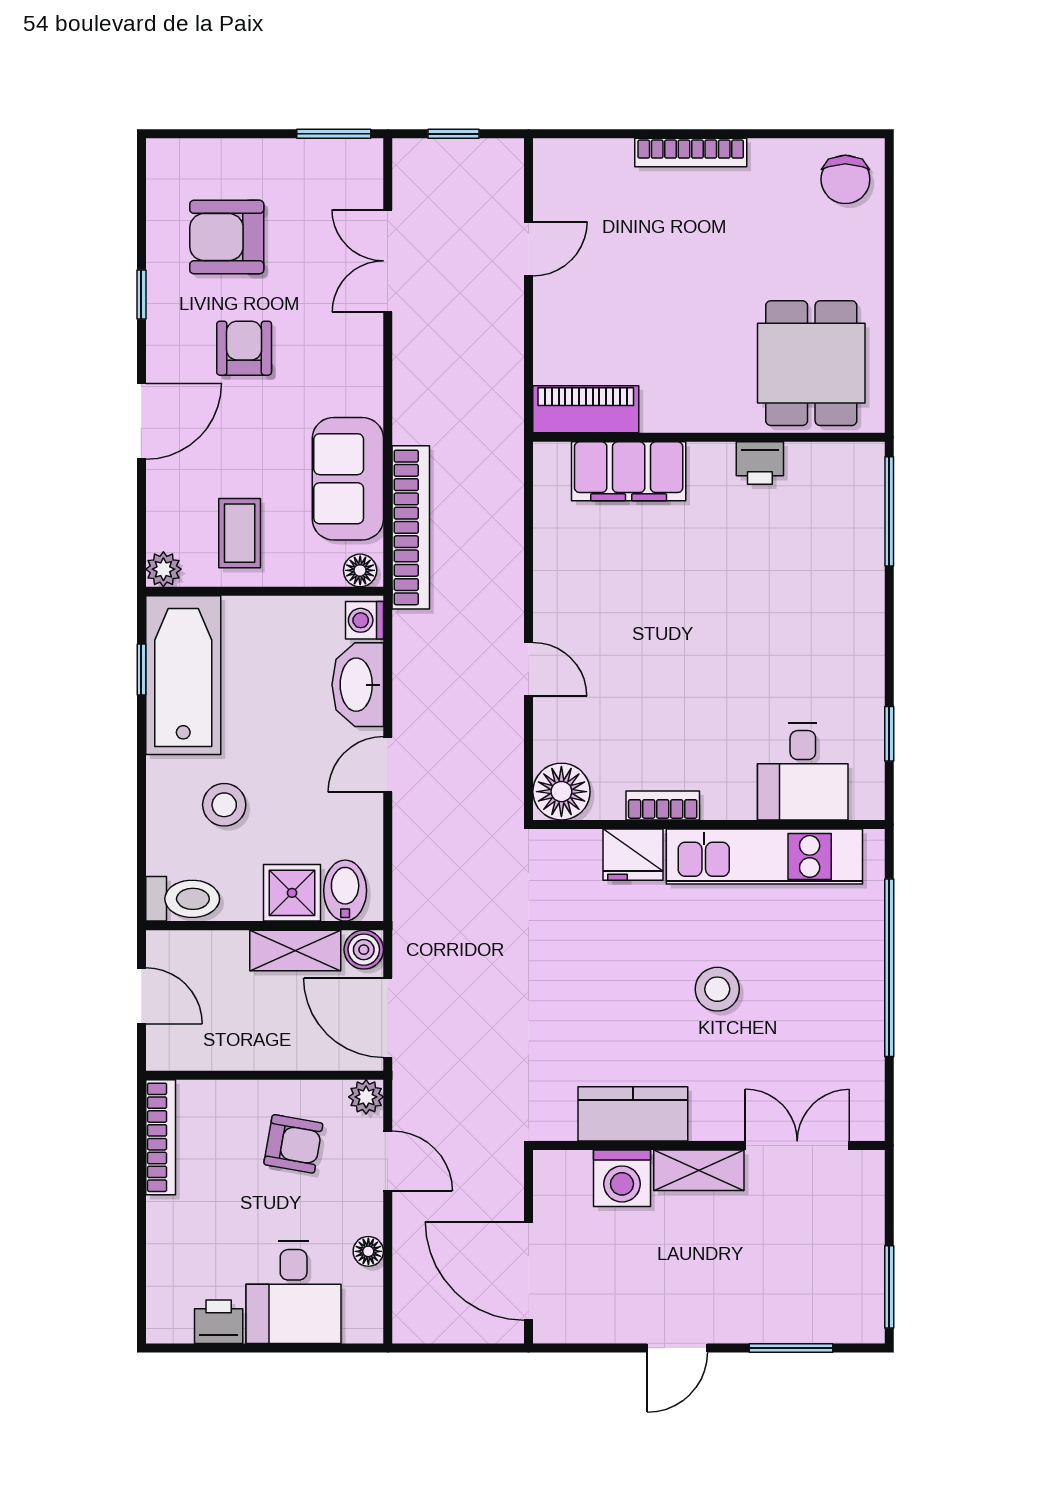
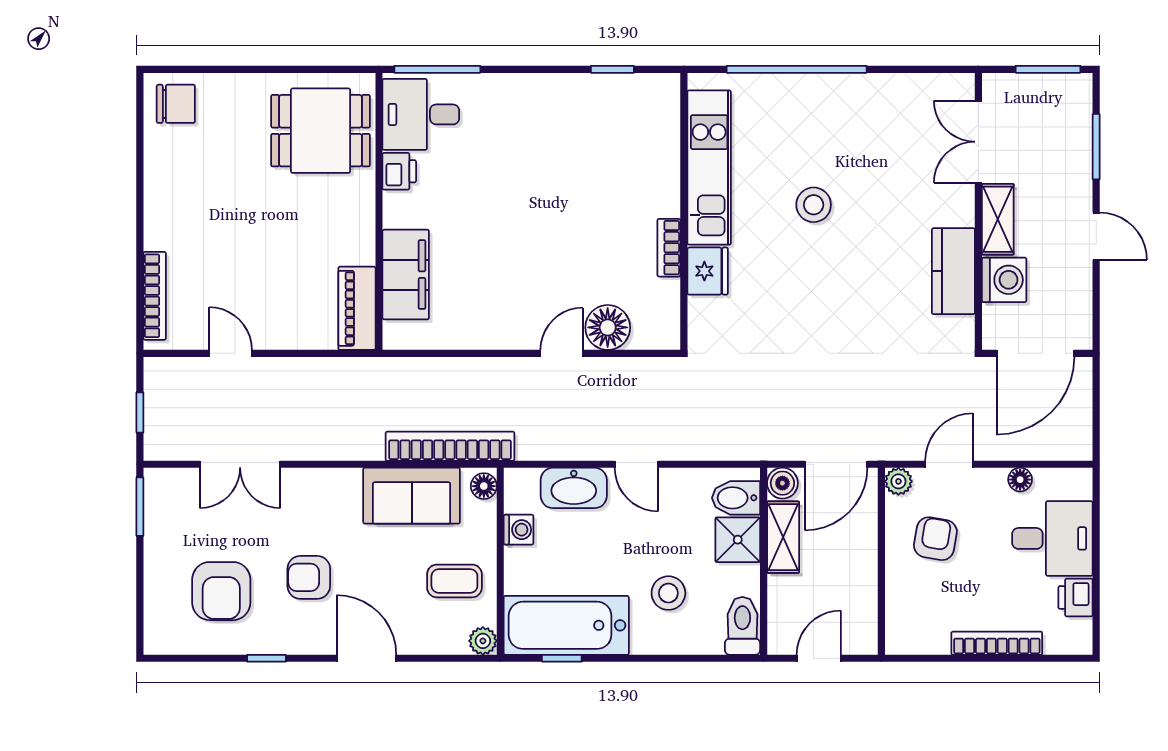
bookcase: (691, 153) -> (155, 296), moved
washing machine: (364, 620) -> (519, 530), moved, turned -90
desk: (803, 771) -> (421, 114), moved, turned 180
floor lamp: (561, 792) -> (608, 327), moved
kitchen counter: (633, 1114) -> (953, 271), moved
bookcase: (161, 1137) -> (997, 643), moved
wall: (709, 1146) -> (978, 211), moved
double door: (797, 1146) -> (978, 142), moved
shelving: (699, 1170) -> (998, 219), moved
washing machine: (622, 1178) -> (1004, 280), moved

